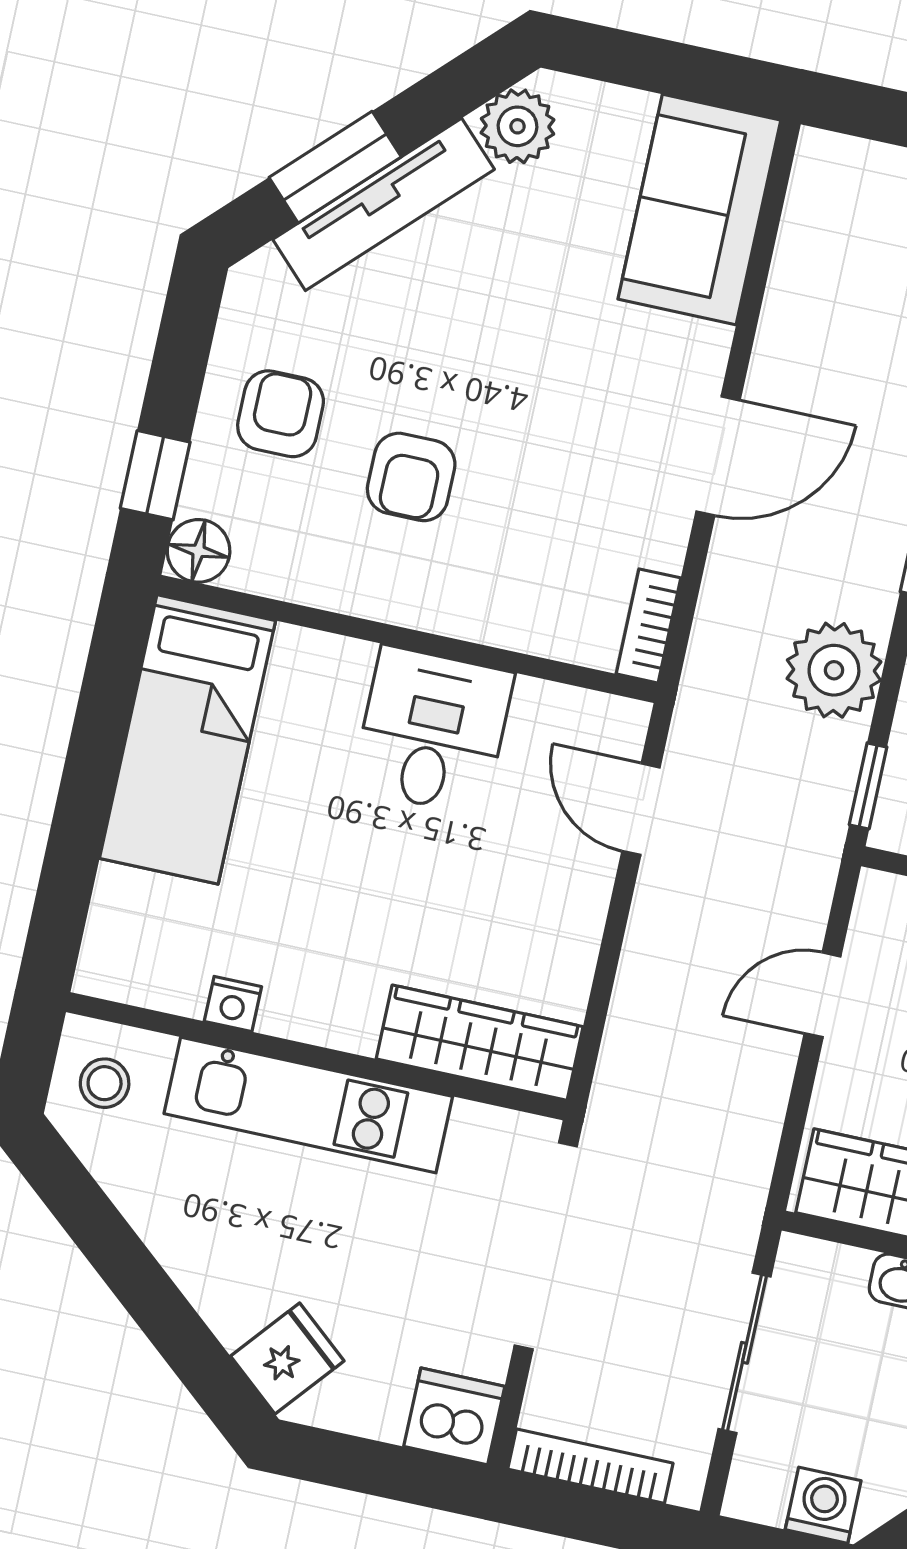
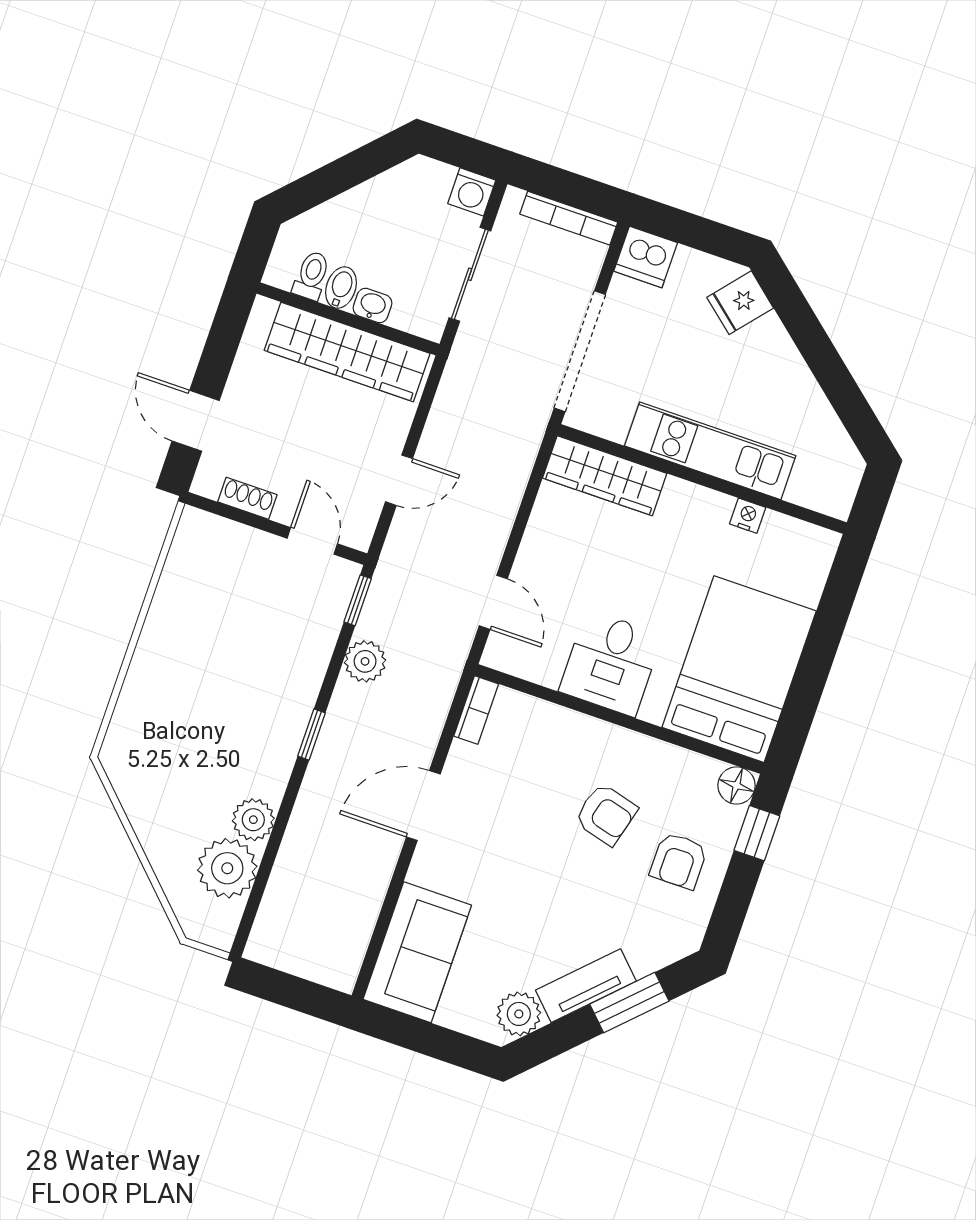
tv unit: (384, 204) -> (586, 986), width x0.71
armchair: (411, 477) -> (606, 814), turned 105
plant: (834, 670) -> (365, 661), width x0.73, depth x0.73
bed: (187, 739) -> (739, 669), width x1.50
stool: (105, 1083) -> (829, 478), removed
washing machine: (823, 1505) -> (472, 192), moved

